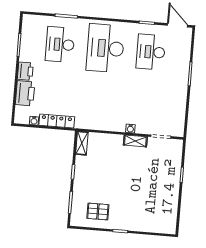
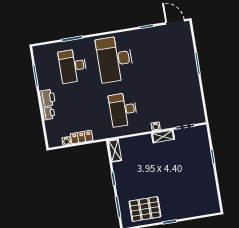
desk: (151, 52) -> (123, 110), moved
printer: (25, 93) -> (49, 113), width x0.53, depth x0.68
locker: (57, 121) -> (82, 137), width x0.66
pallet: (98, 211) -> (145, 209), width x1.50, depth x1.42

